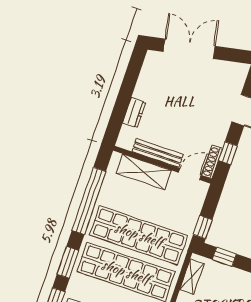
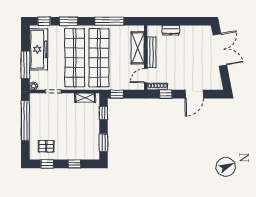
door: (190, 174) -> (146, 76), swing flipped
window: (89, 201) -> (109, 21), width x0.68

